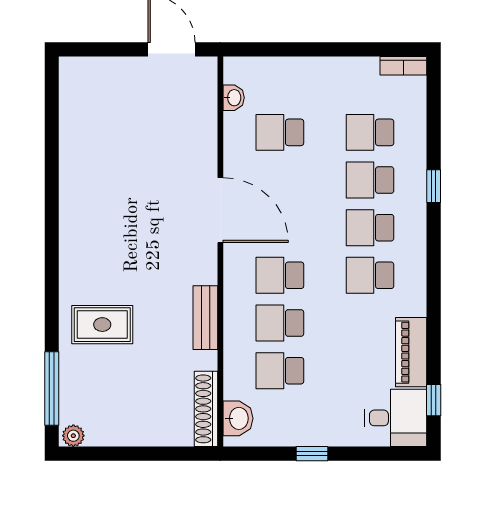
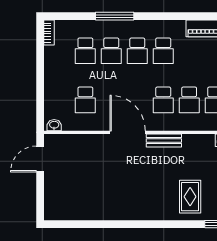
washbasin: (234, 98) -> (54, 125), moved
window: (434, 186) -> (115, 16), width x2.17
door: (220, 210) -> (128, 132), hinge flipped
bench: (205, 318) -> (164, 140), moved

